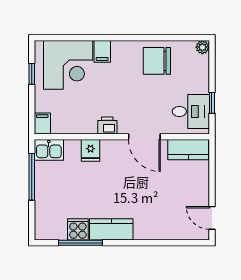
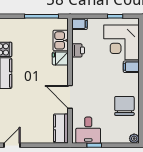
printer: (107, 126) -> (78, 50), moved
door: (144, 137) -> (70, 97), hinge flipped
kitchen sink: (49, 150) -> (61, 40), moved

